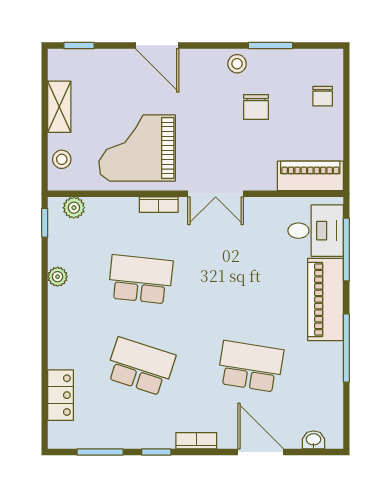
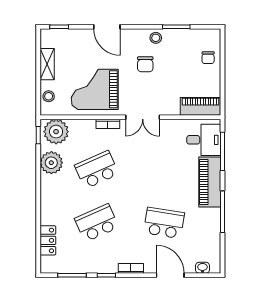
chair: (256, 107) -> (145, 64), moved
plant: (74, 208) -> (56, 132), width x1.87, depth x1.87
plant: (58, 277) -> (51, 163), width x1.87, depth x1.87
school desk: (140, 279) -> (97, 170), turned -30
school desk: (140, 366) -> (97, 223), turned -42

